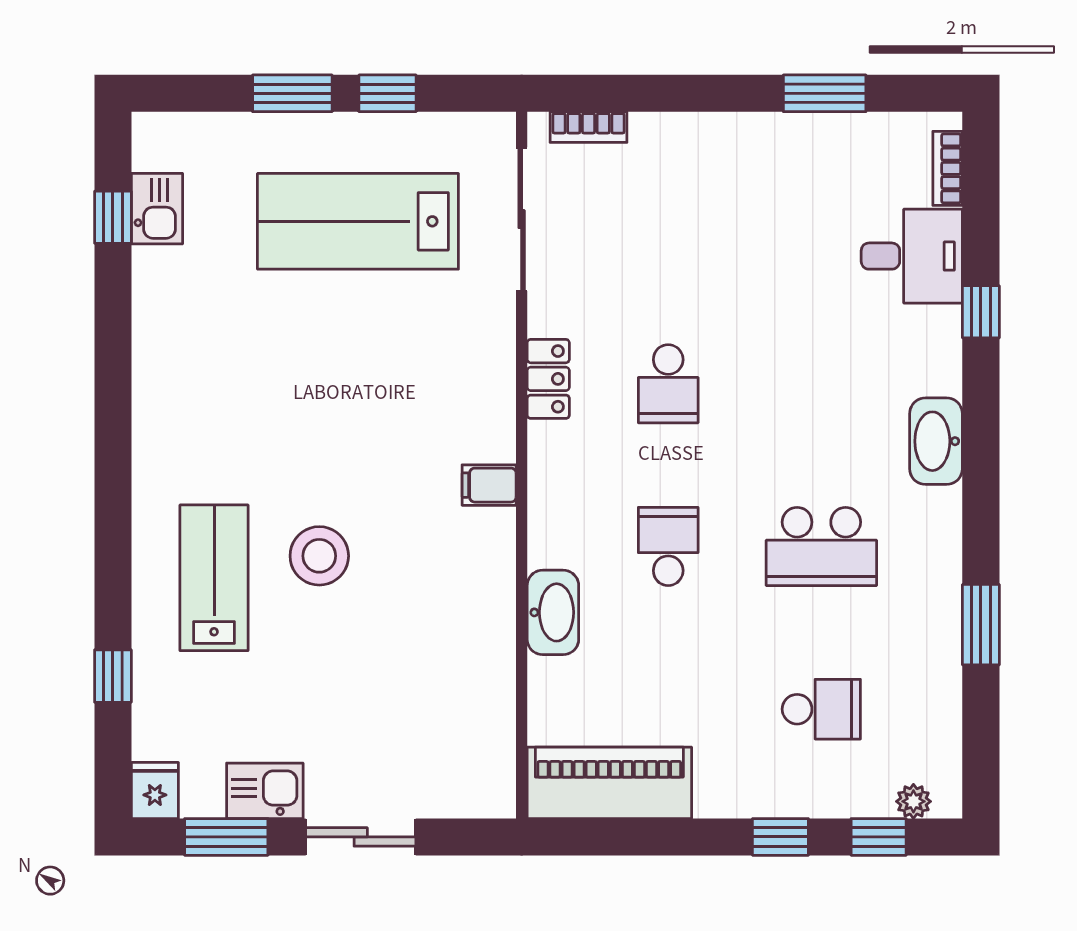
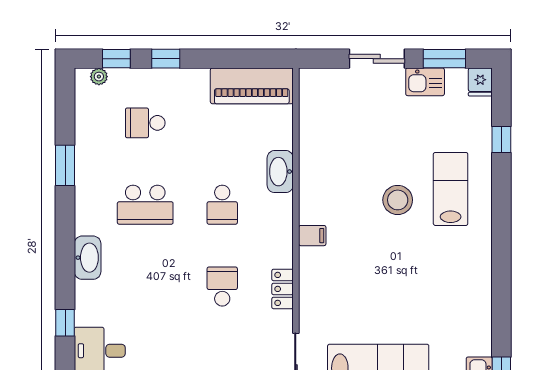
school desk: (821, 546) -> (145, 205), turned 180
lab bench: (214, 578) -> (451, 189), turned 180

